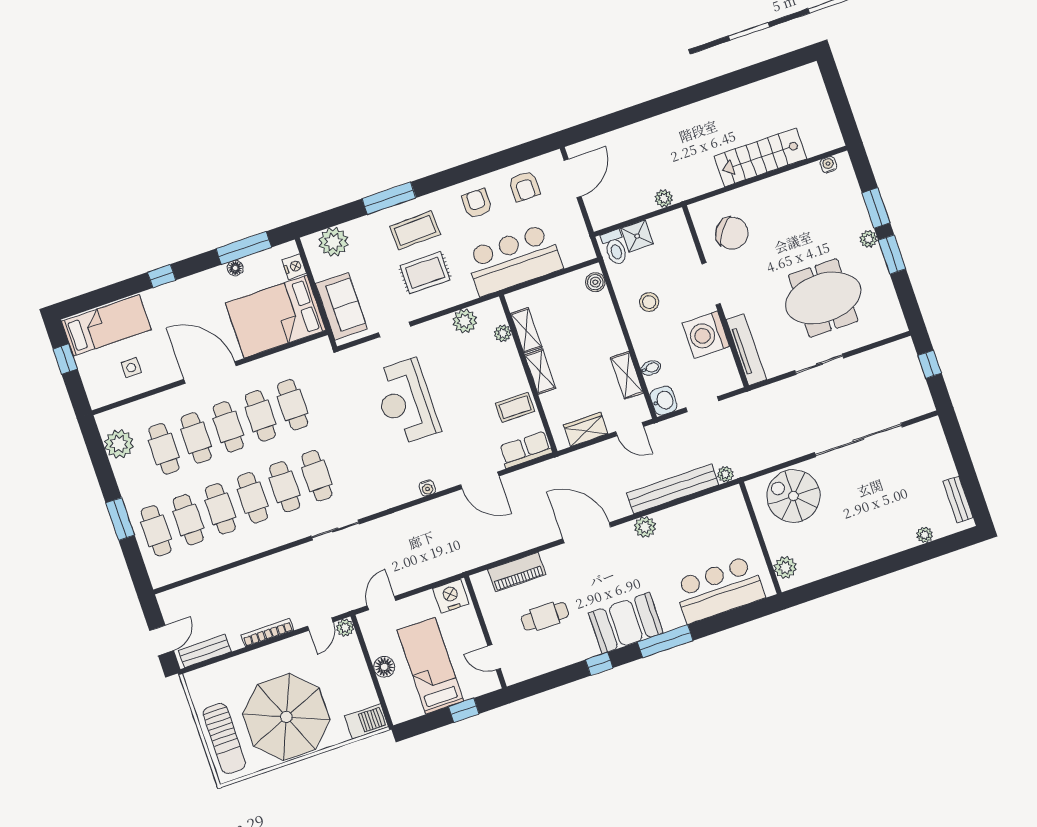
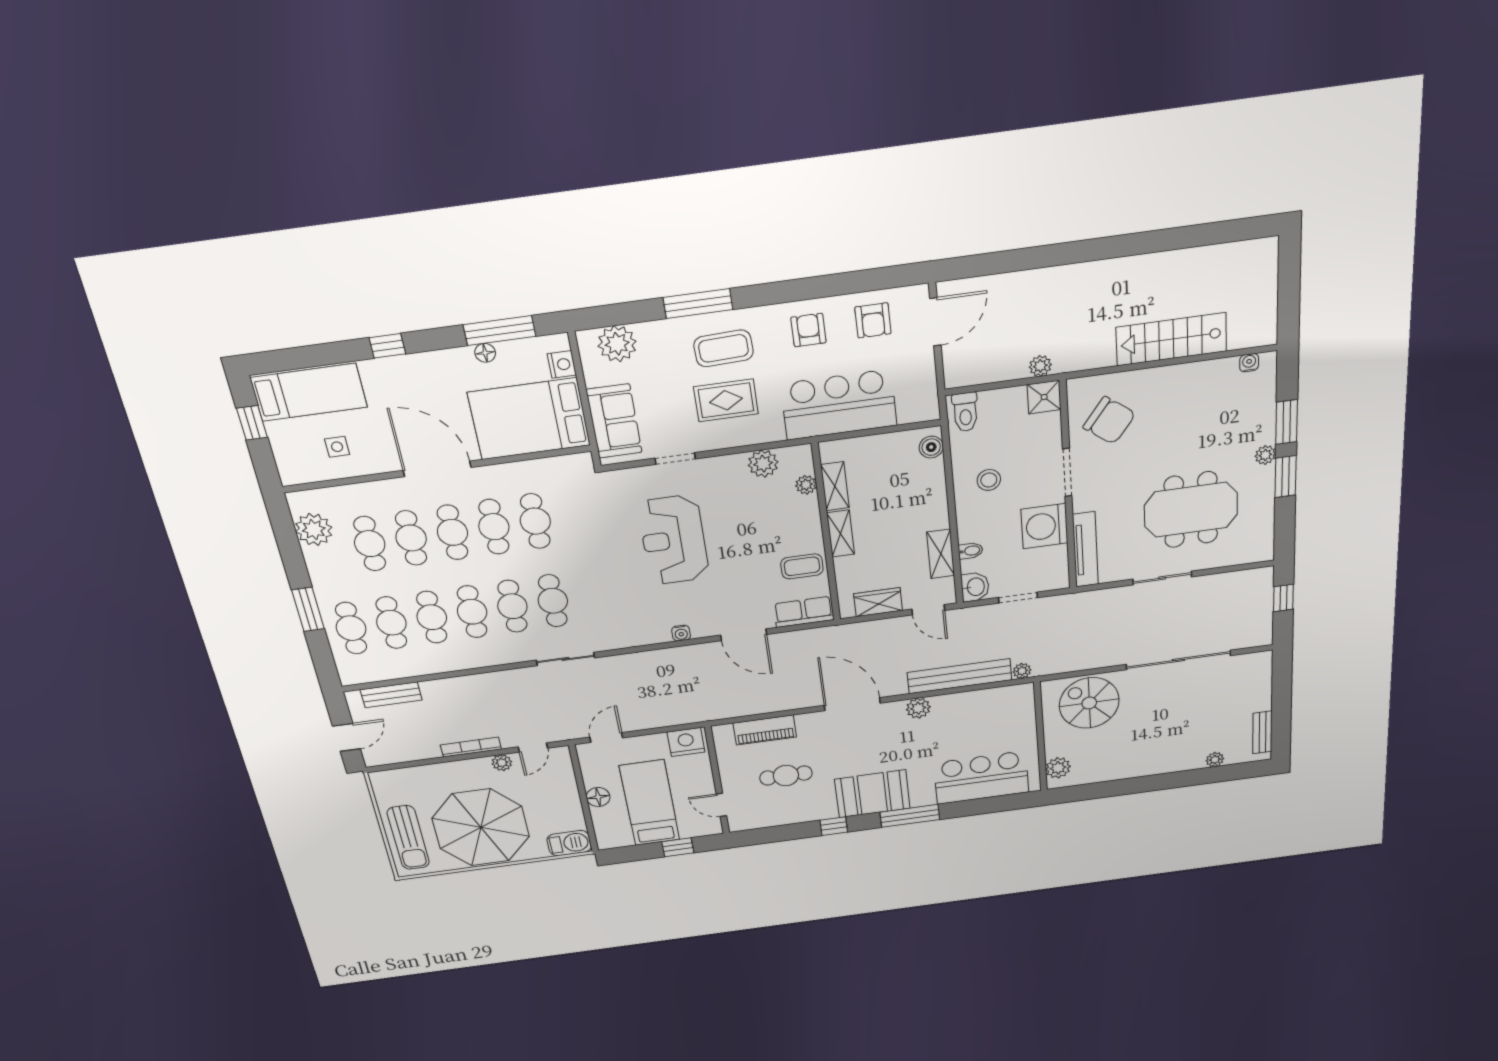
shower: (637, 236) -> (1044, 397), moved
plant: (345, 628) -> (502, 763), moved
bench: (205, 651) -> (391, 695), moved

